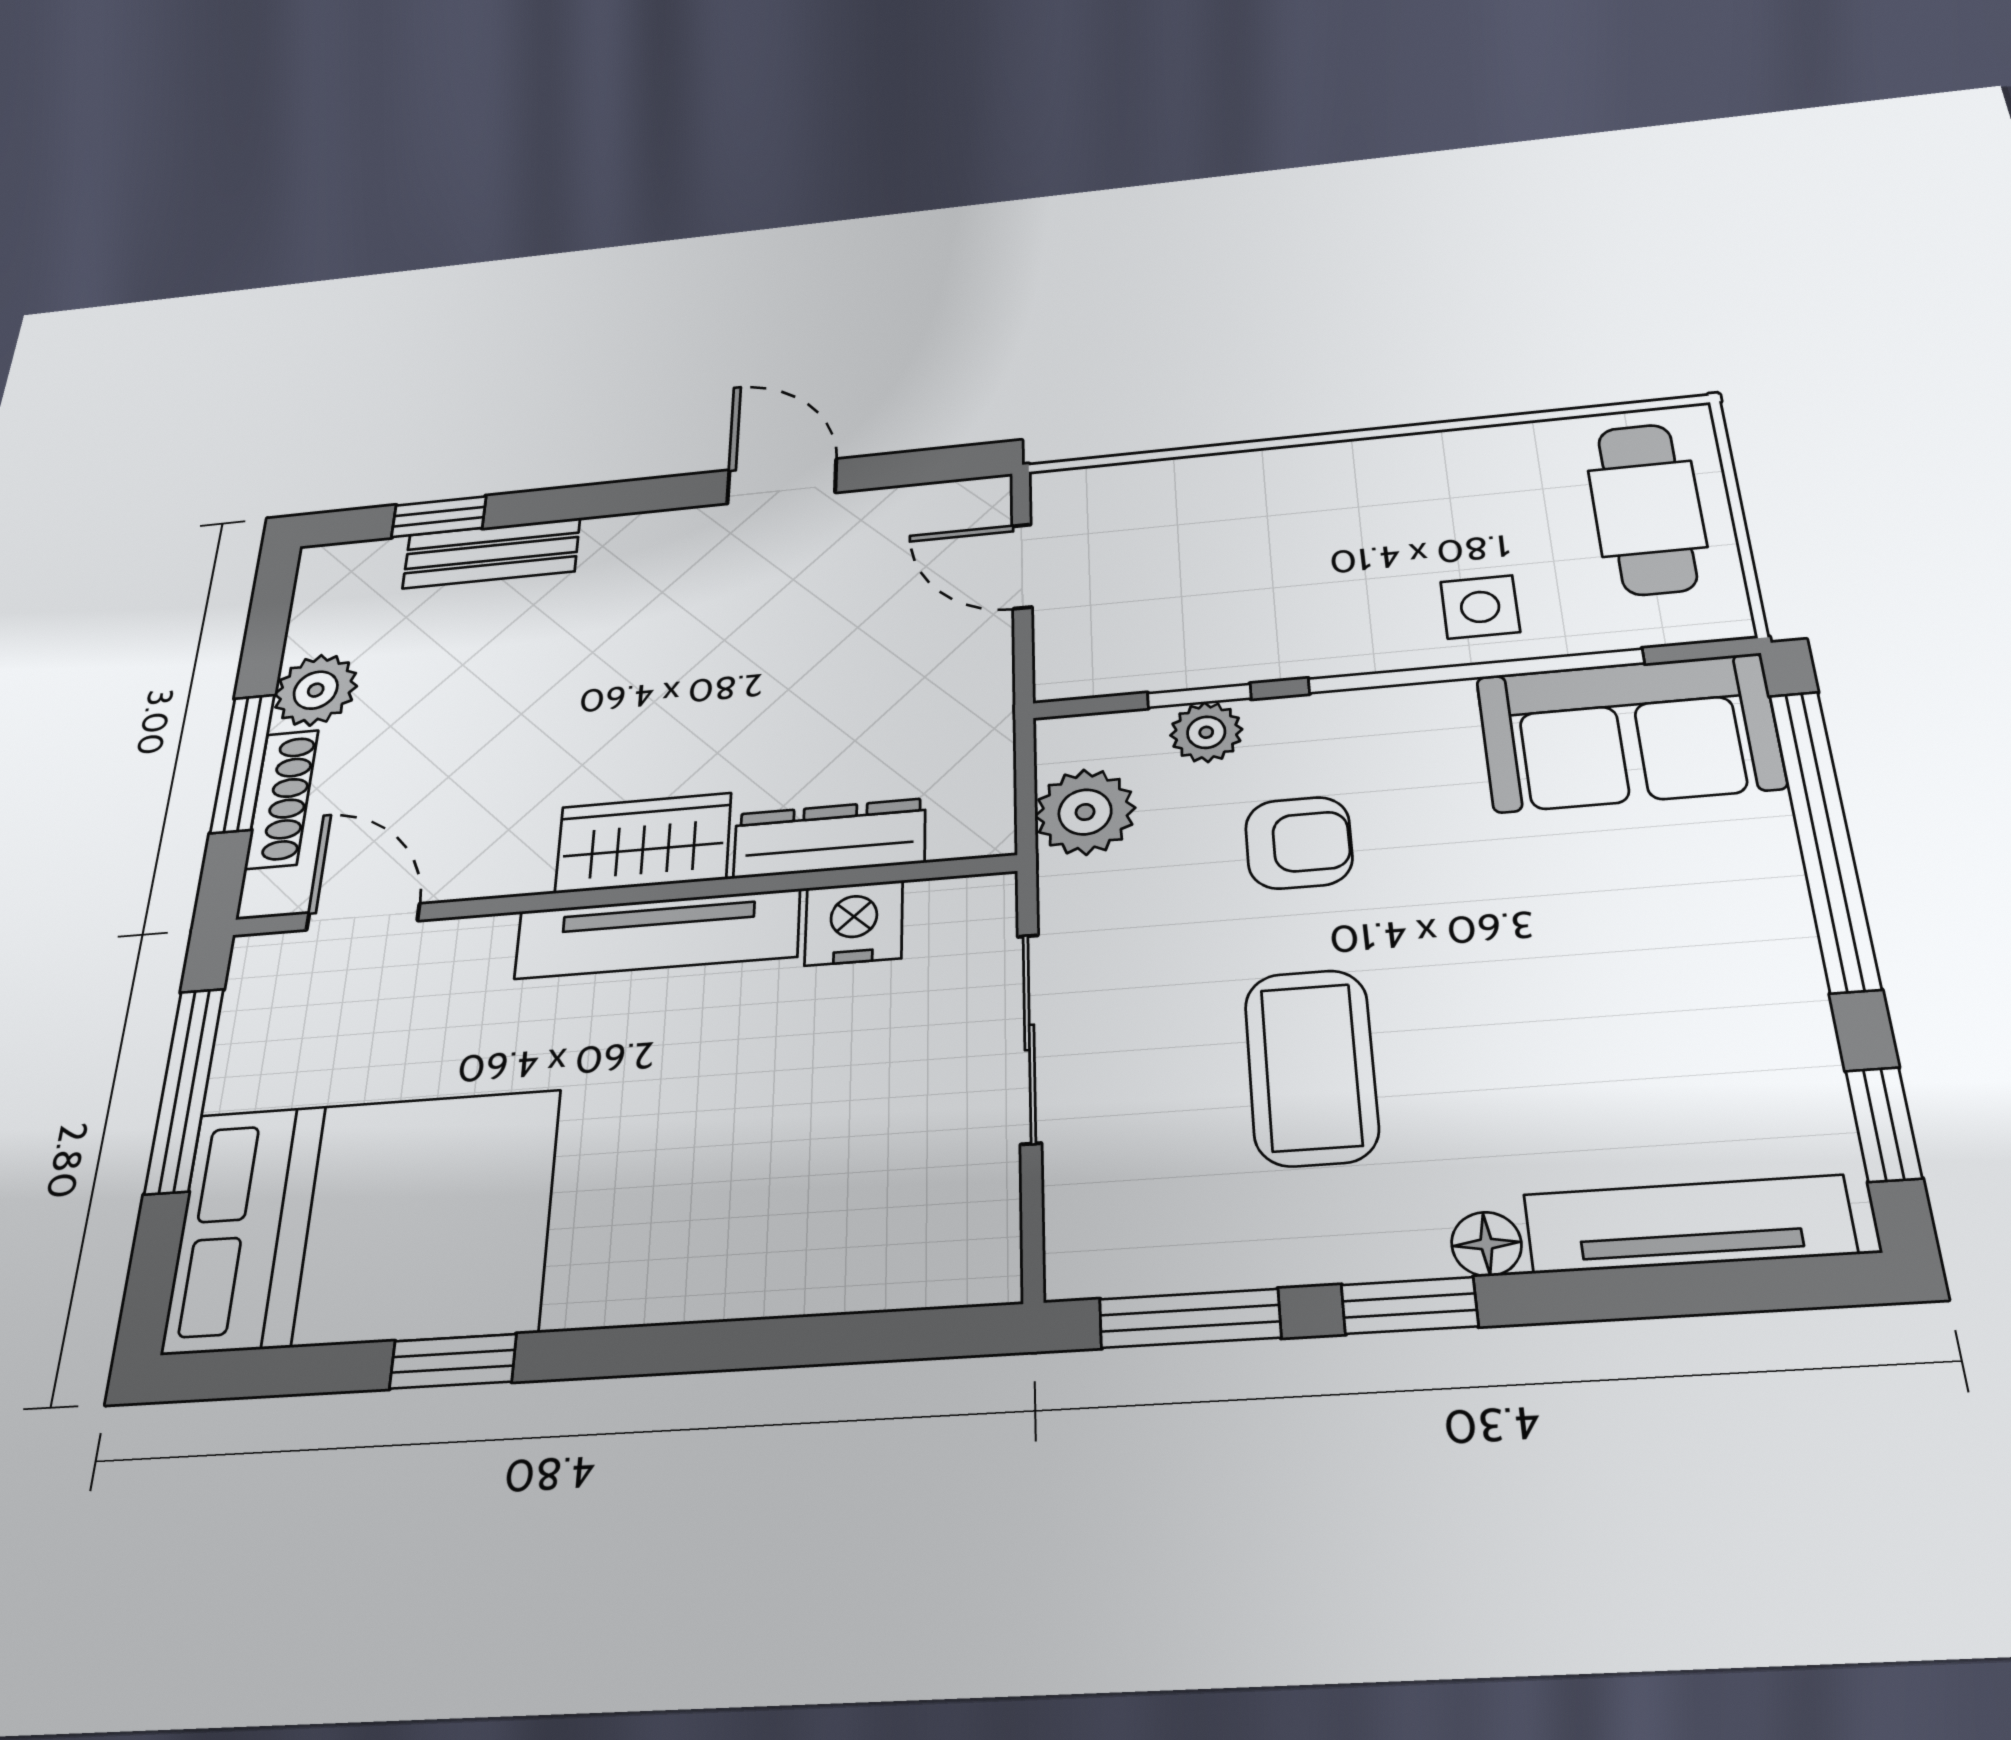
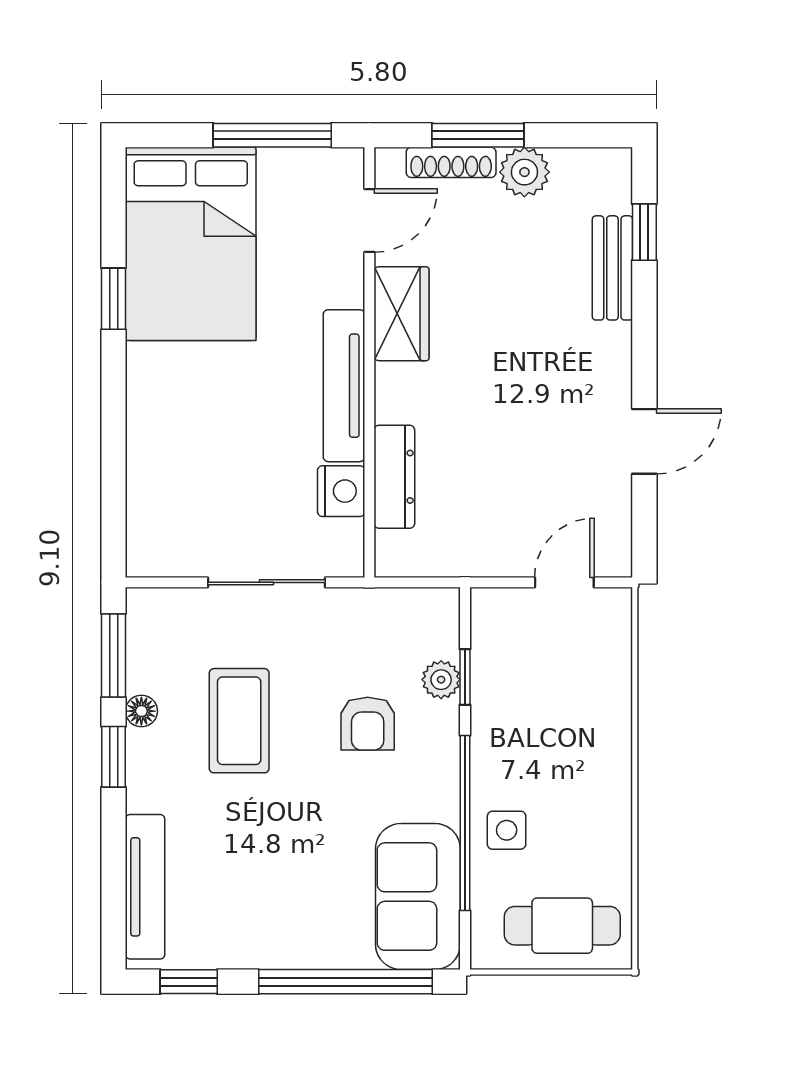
plant: (1085, 812) -> (397, 614), removed
wardrobe: (643, 843) -> (401, 314), moved
coffee table: (1311, 1067) -> (239, 721), turned 90
floor lamp: (1486, 1244) -> (141, 711), moved

